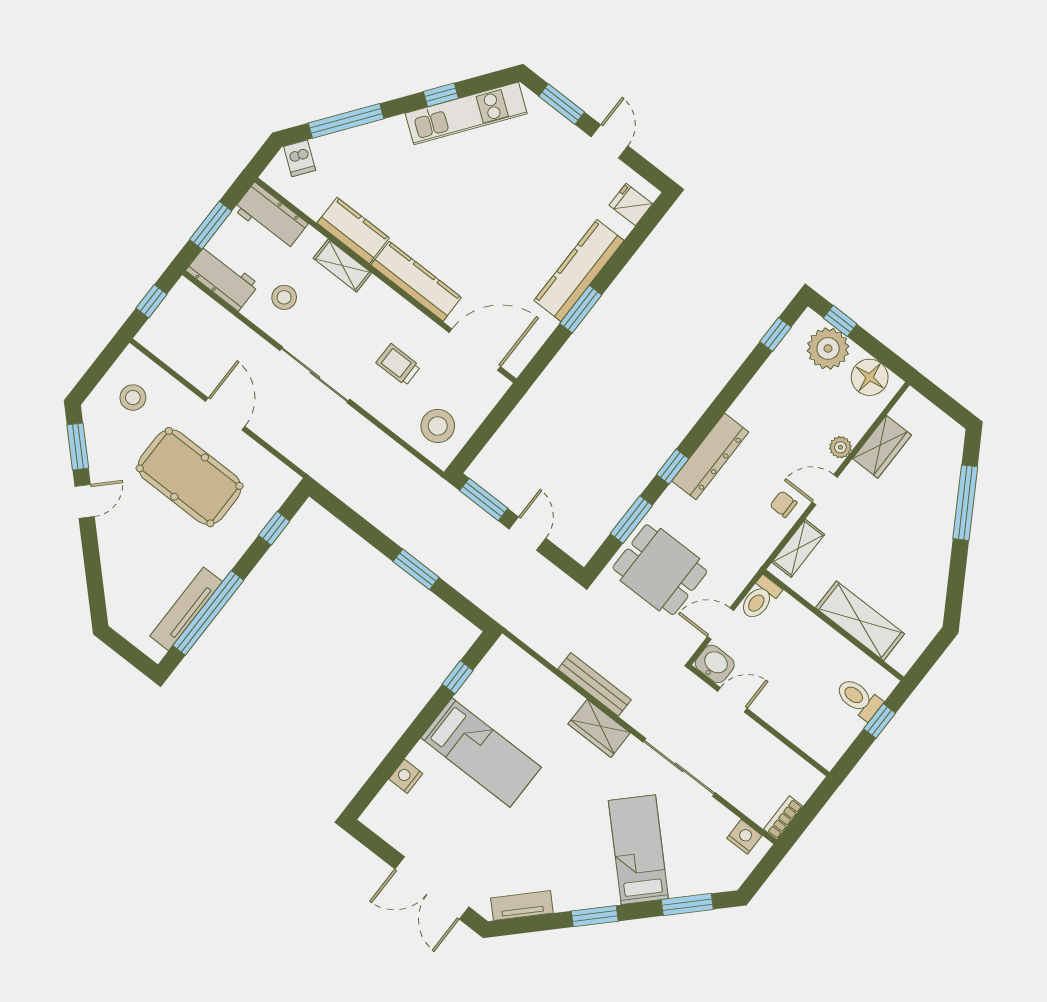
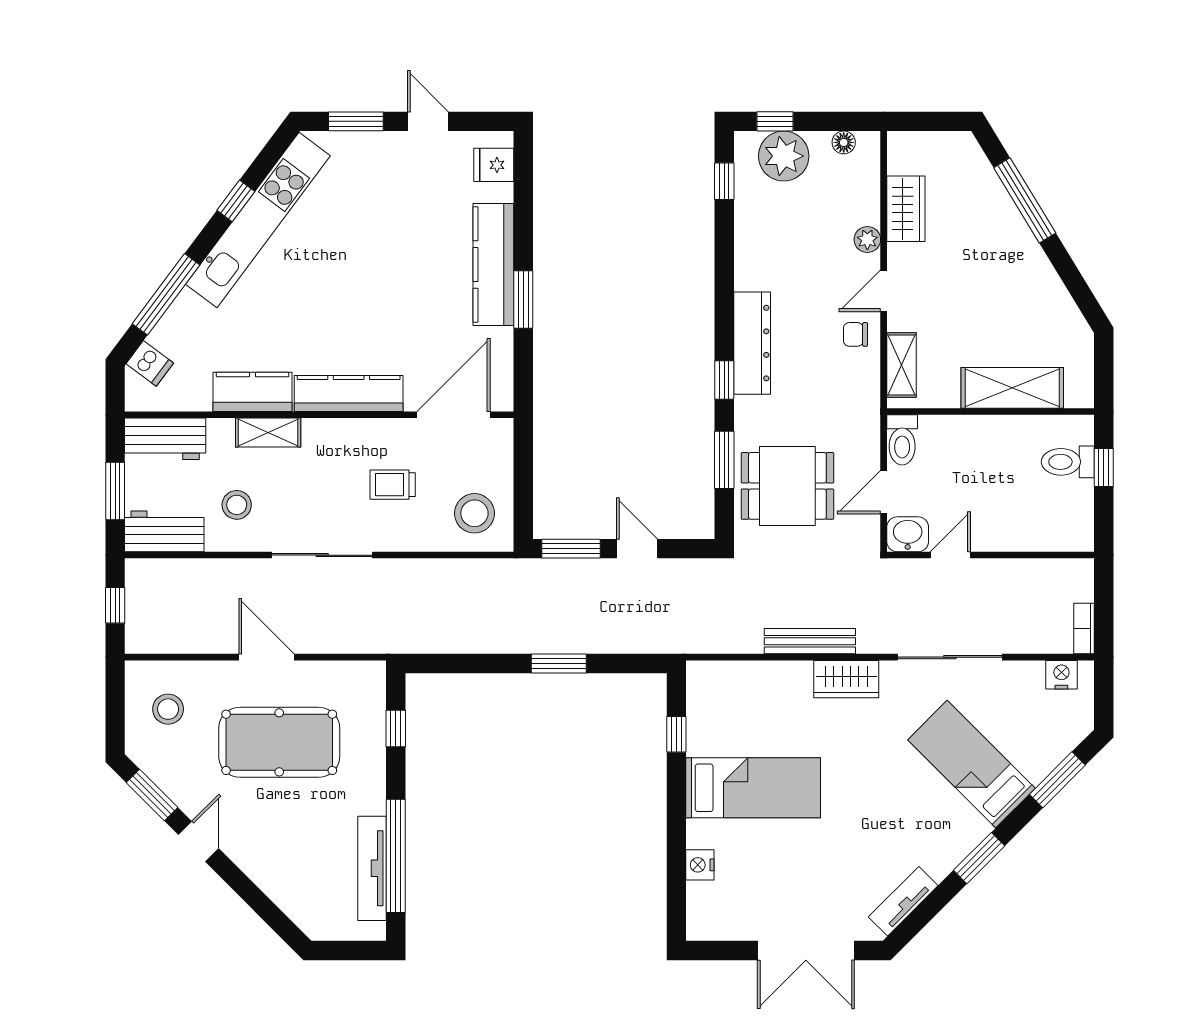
kitchen unit: (466, 113) -> (258, 220), width x1.36
floor lamp: (870, 377) -> (844, 142), width x0.53, depth x0.53

